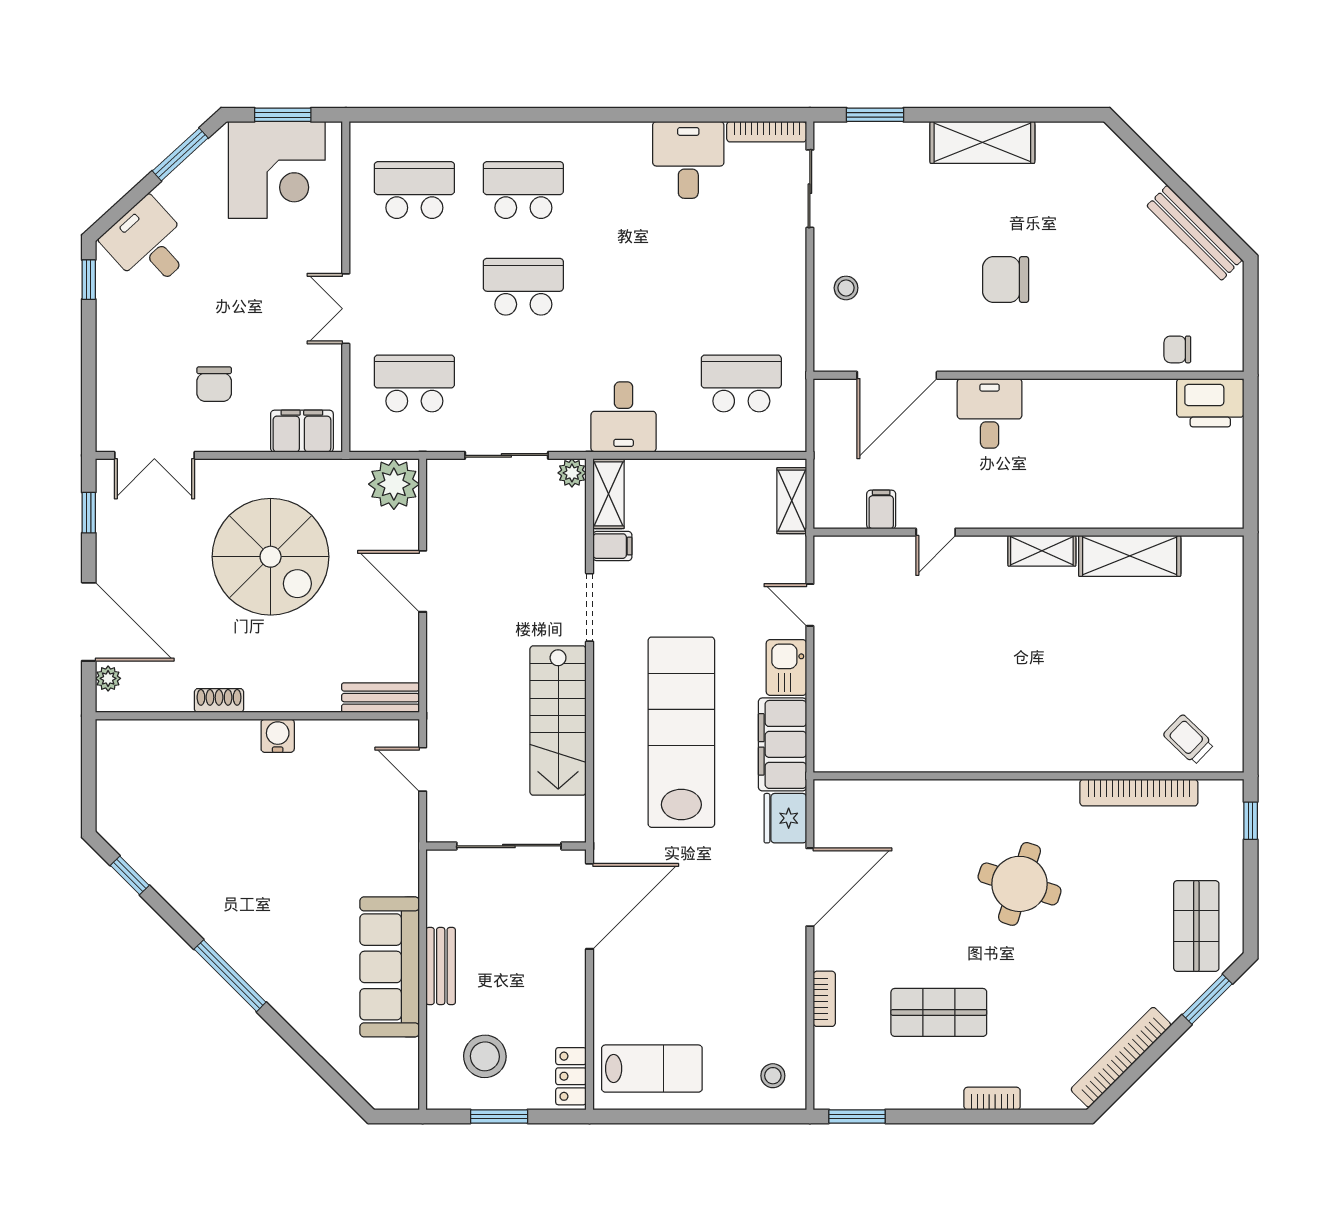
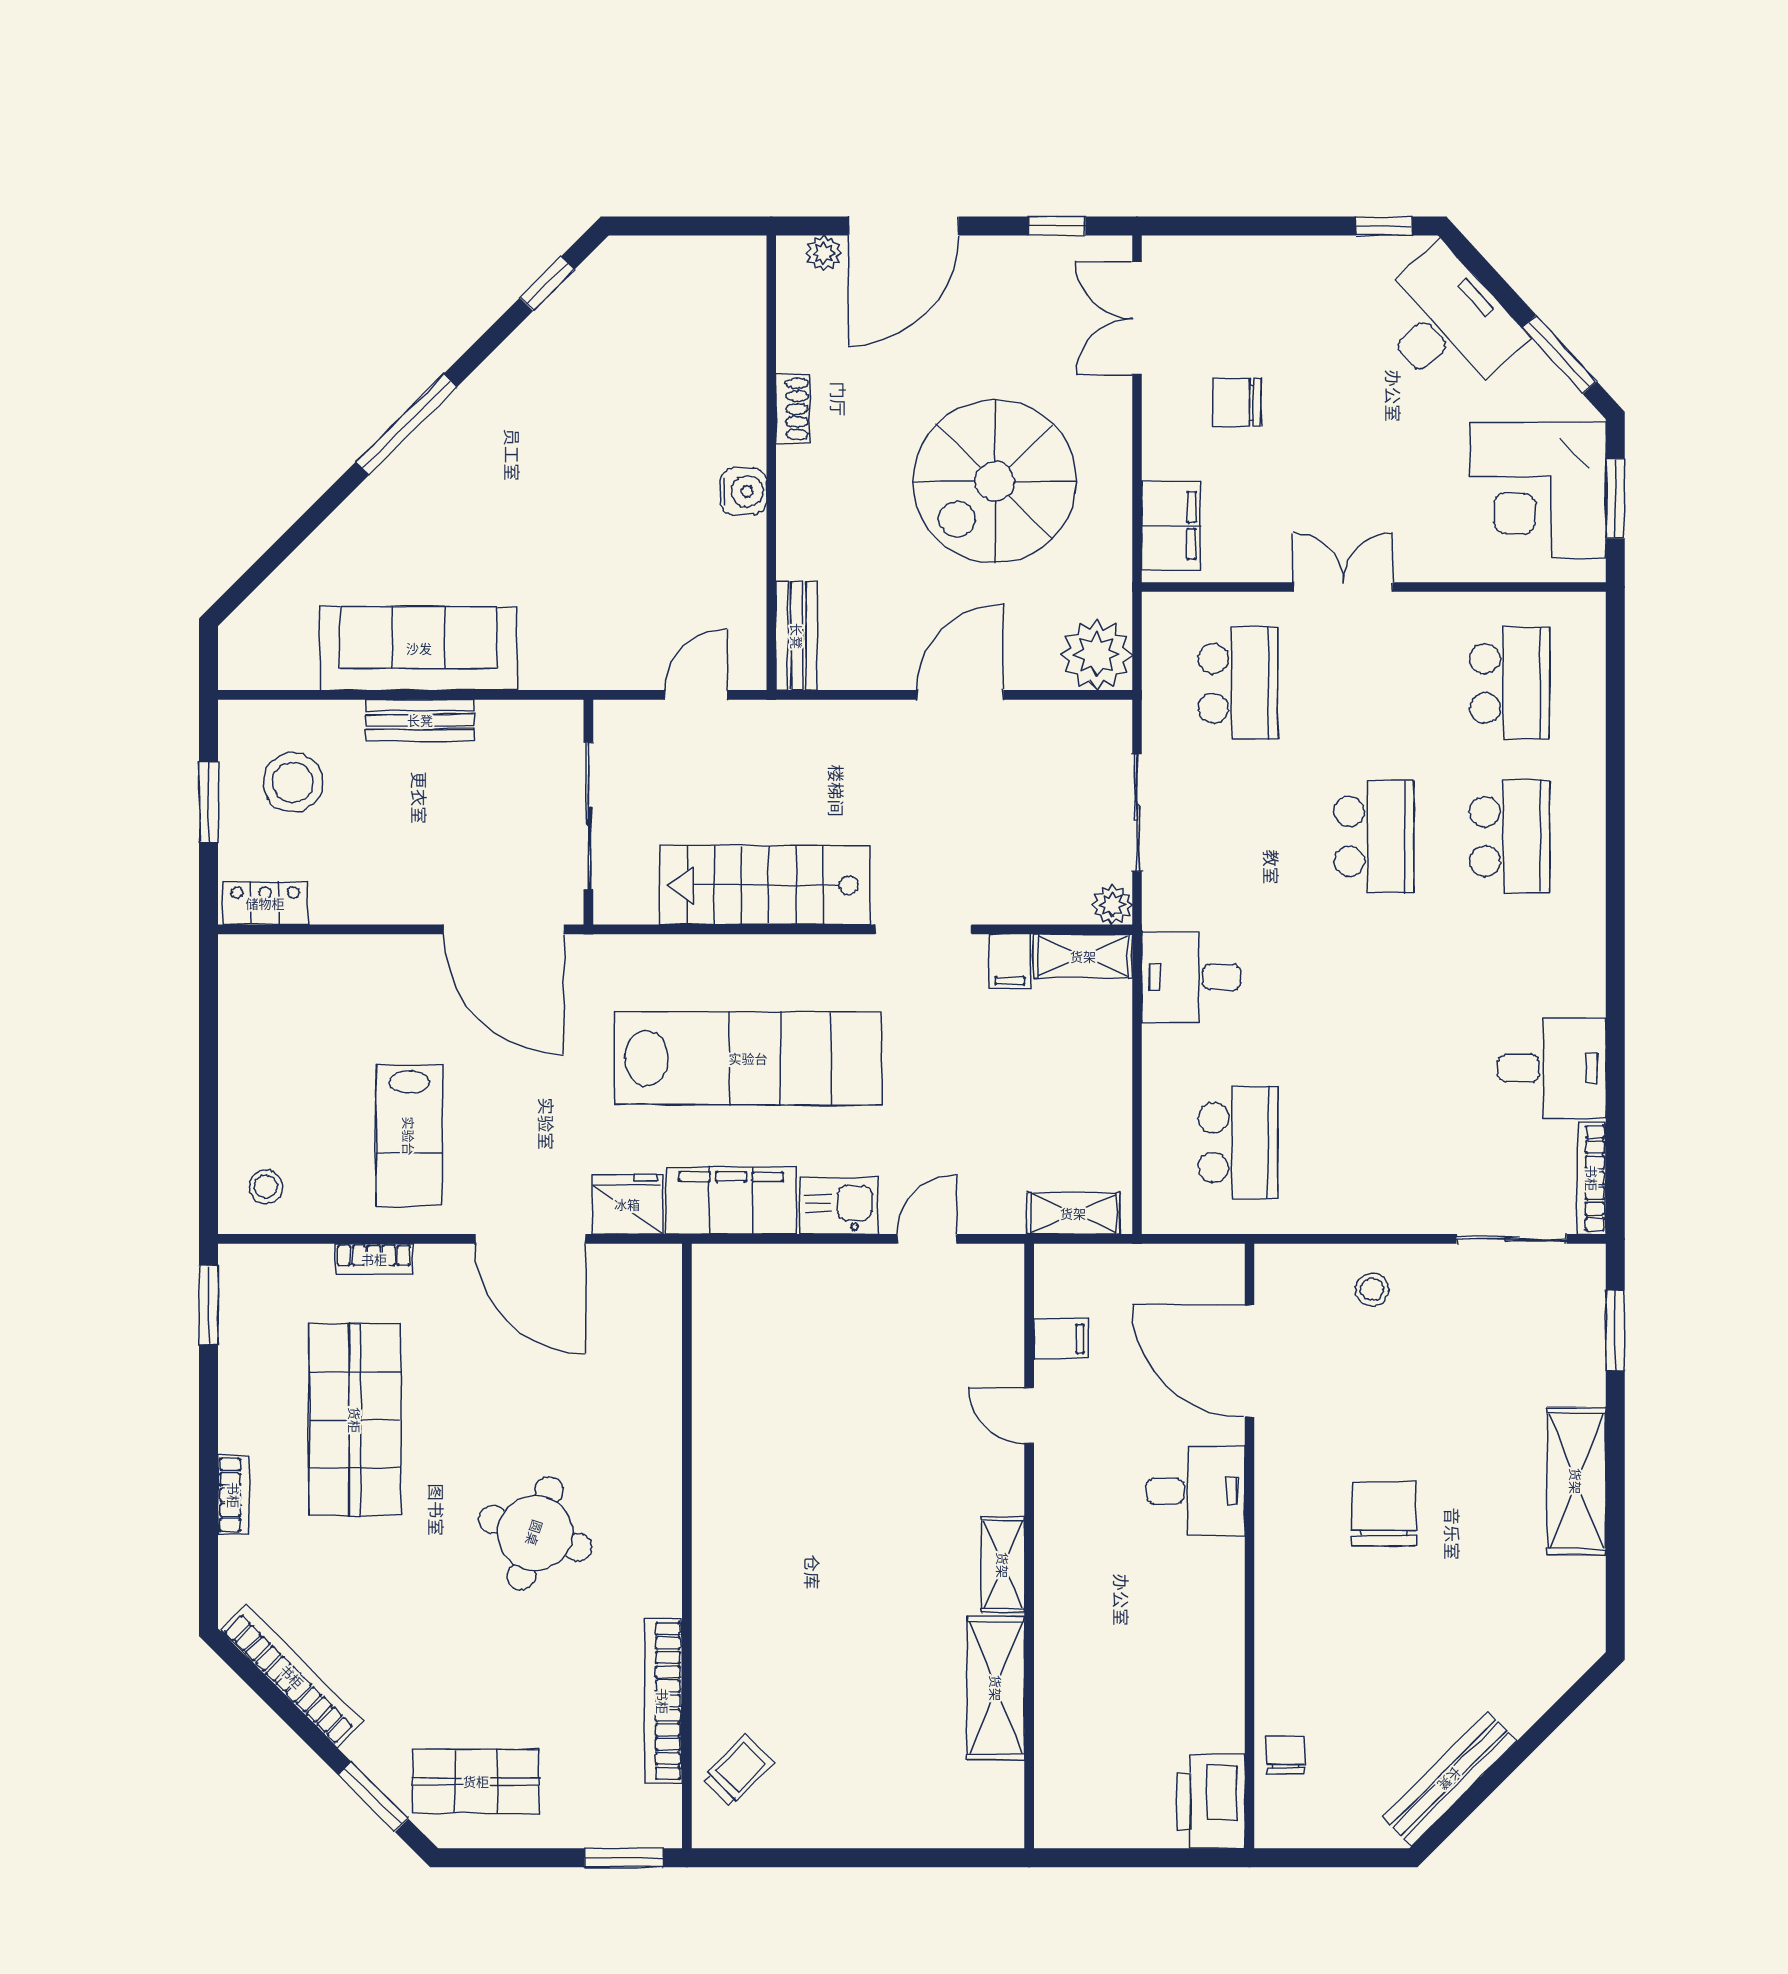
desk: (148, 244) -> (1446, 323), width x1.37
window: (1251, 821) -> (624, 1858), width x1.50
shop shelf: (939, 1012) -> (355, 1420), width x1.43, depth x1.36
lab bench: (652, 1069) -> (409, 1136), moved

